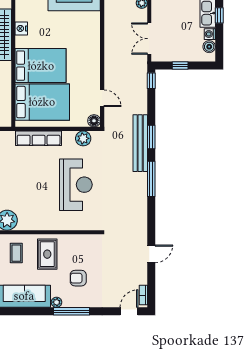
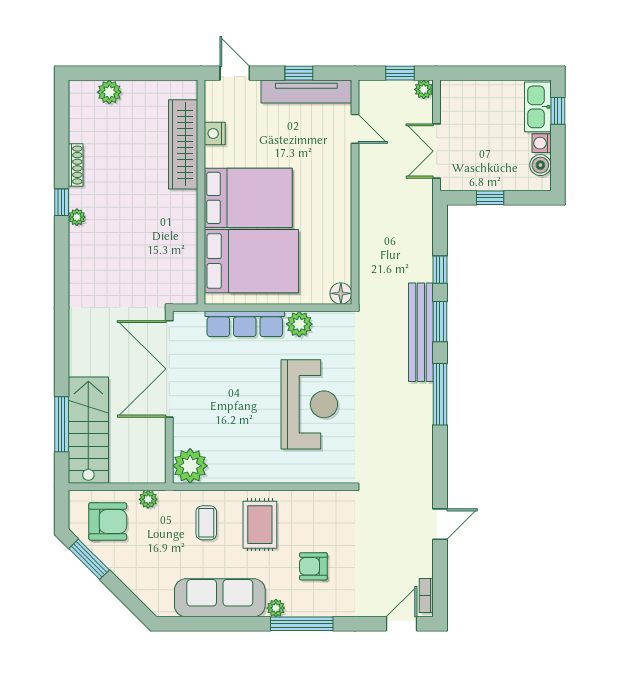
window: (151, 81) -> (440, 270), moved
door: (102, 98) -> (355, 129), moved
plant: (83, 138) -> (299, 324), moved

